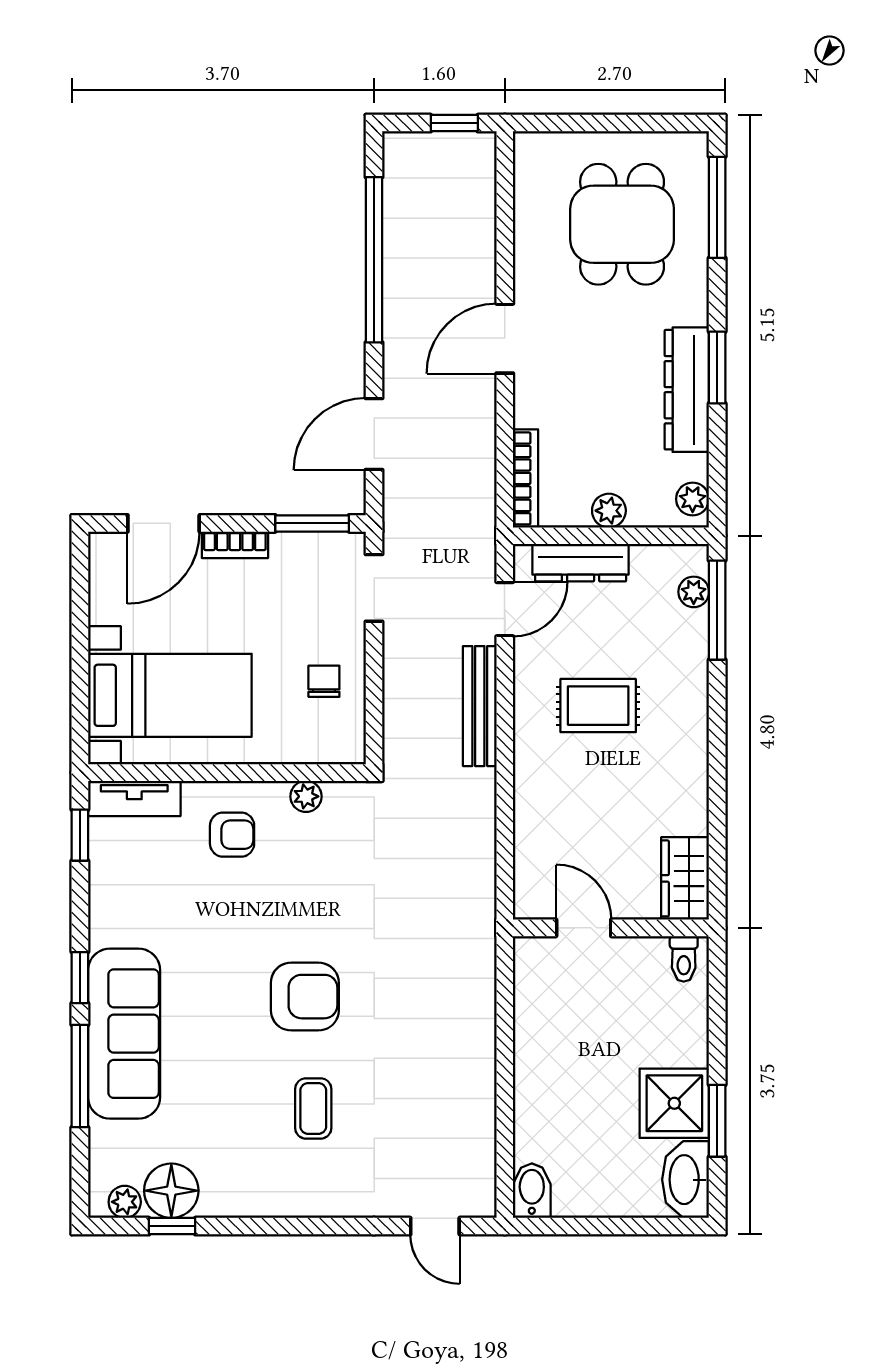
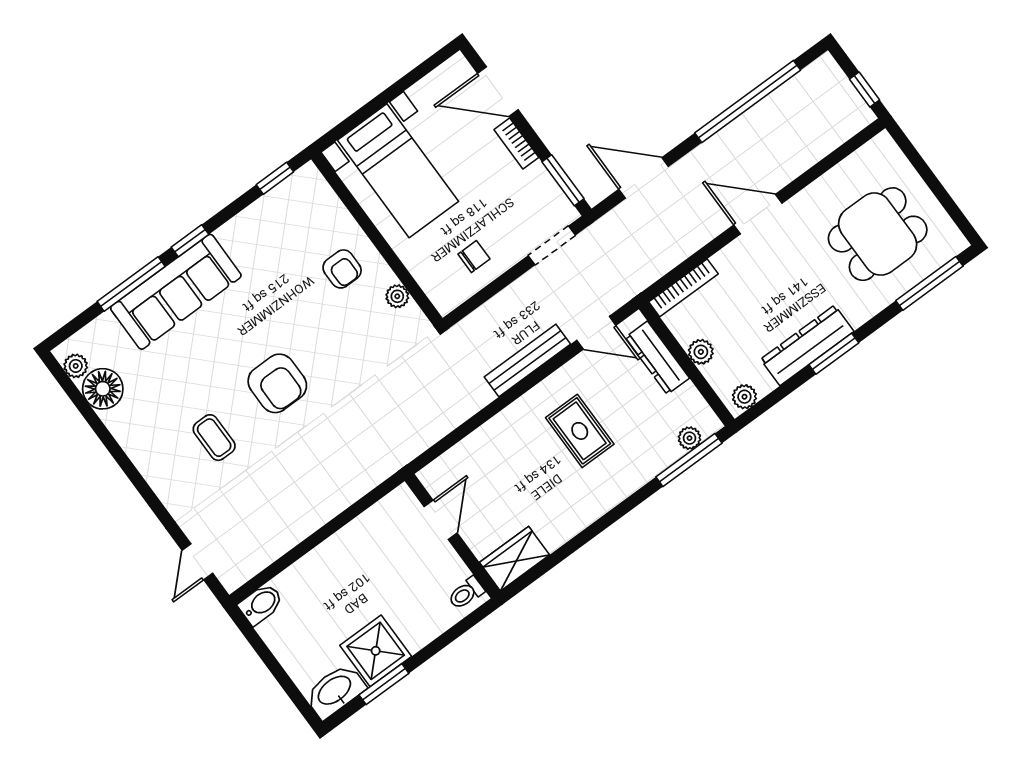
tv unit: (134, 798) -> (321, 195), removed
coffee table: (313, 1108) -> (214, 438), turned 90
window: (172, 1226) -> (82, 405), removed

